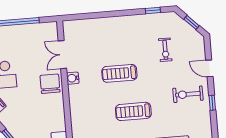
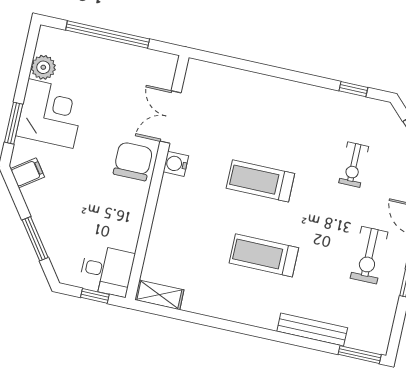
exercise bike: (188, 94) -> (369, 255), turned -90

